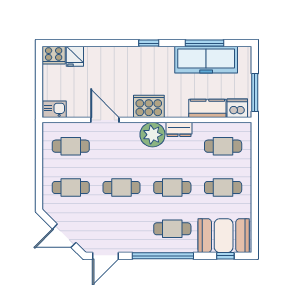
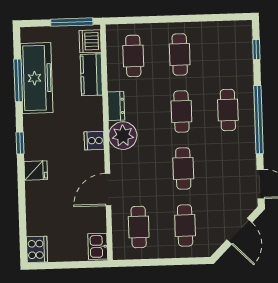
fridge: (75, 56) -> (36, 170), moved
cooker: (149, 106) -> (94, 141), width x0.53, depth x0.76
booth: (224, 236) -> (234, 52), removed

